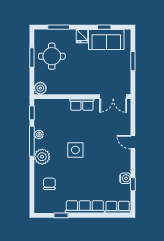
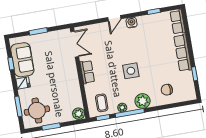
round table: (52, 56) -> (37, 111), moved
coffee table: (47, 114) -> (102, 103), added
water cooler: (125, 178) -> (132, 23), moved

